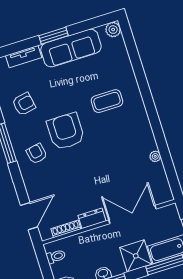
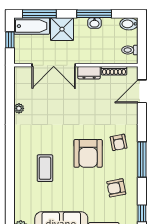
coffee table: (107, 101) -> (45, 168), turned 90

